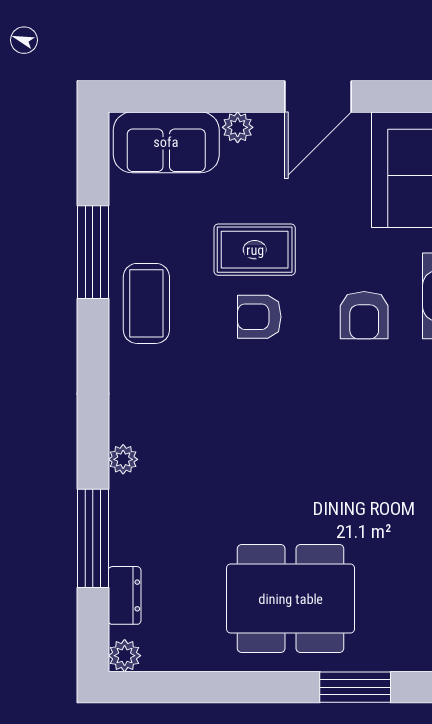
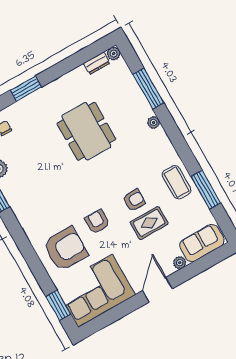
dresser: (125, 595) -> (97, 63), moved, turned -90
dining table: (291, 599) -> (86, 131), moved, turned 90

